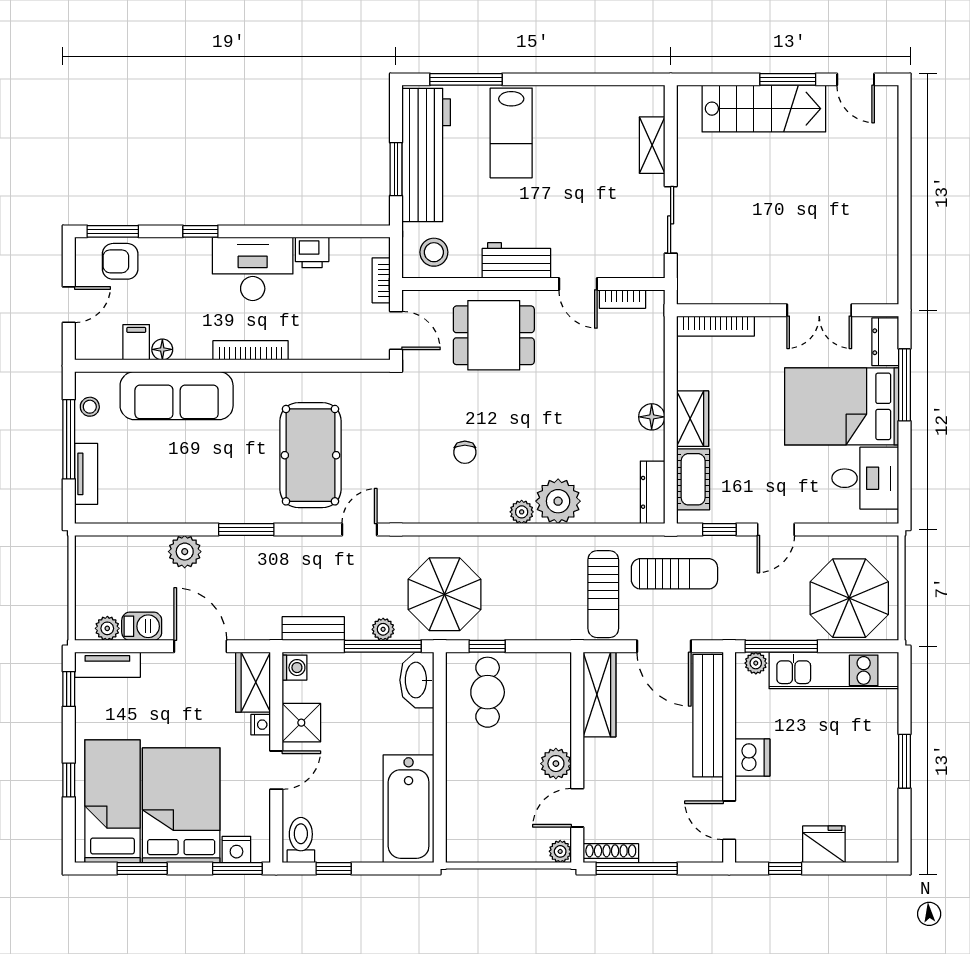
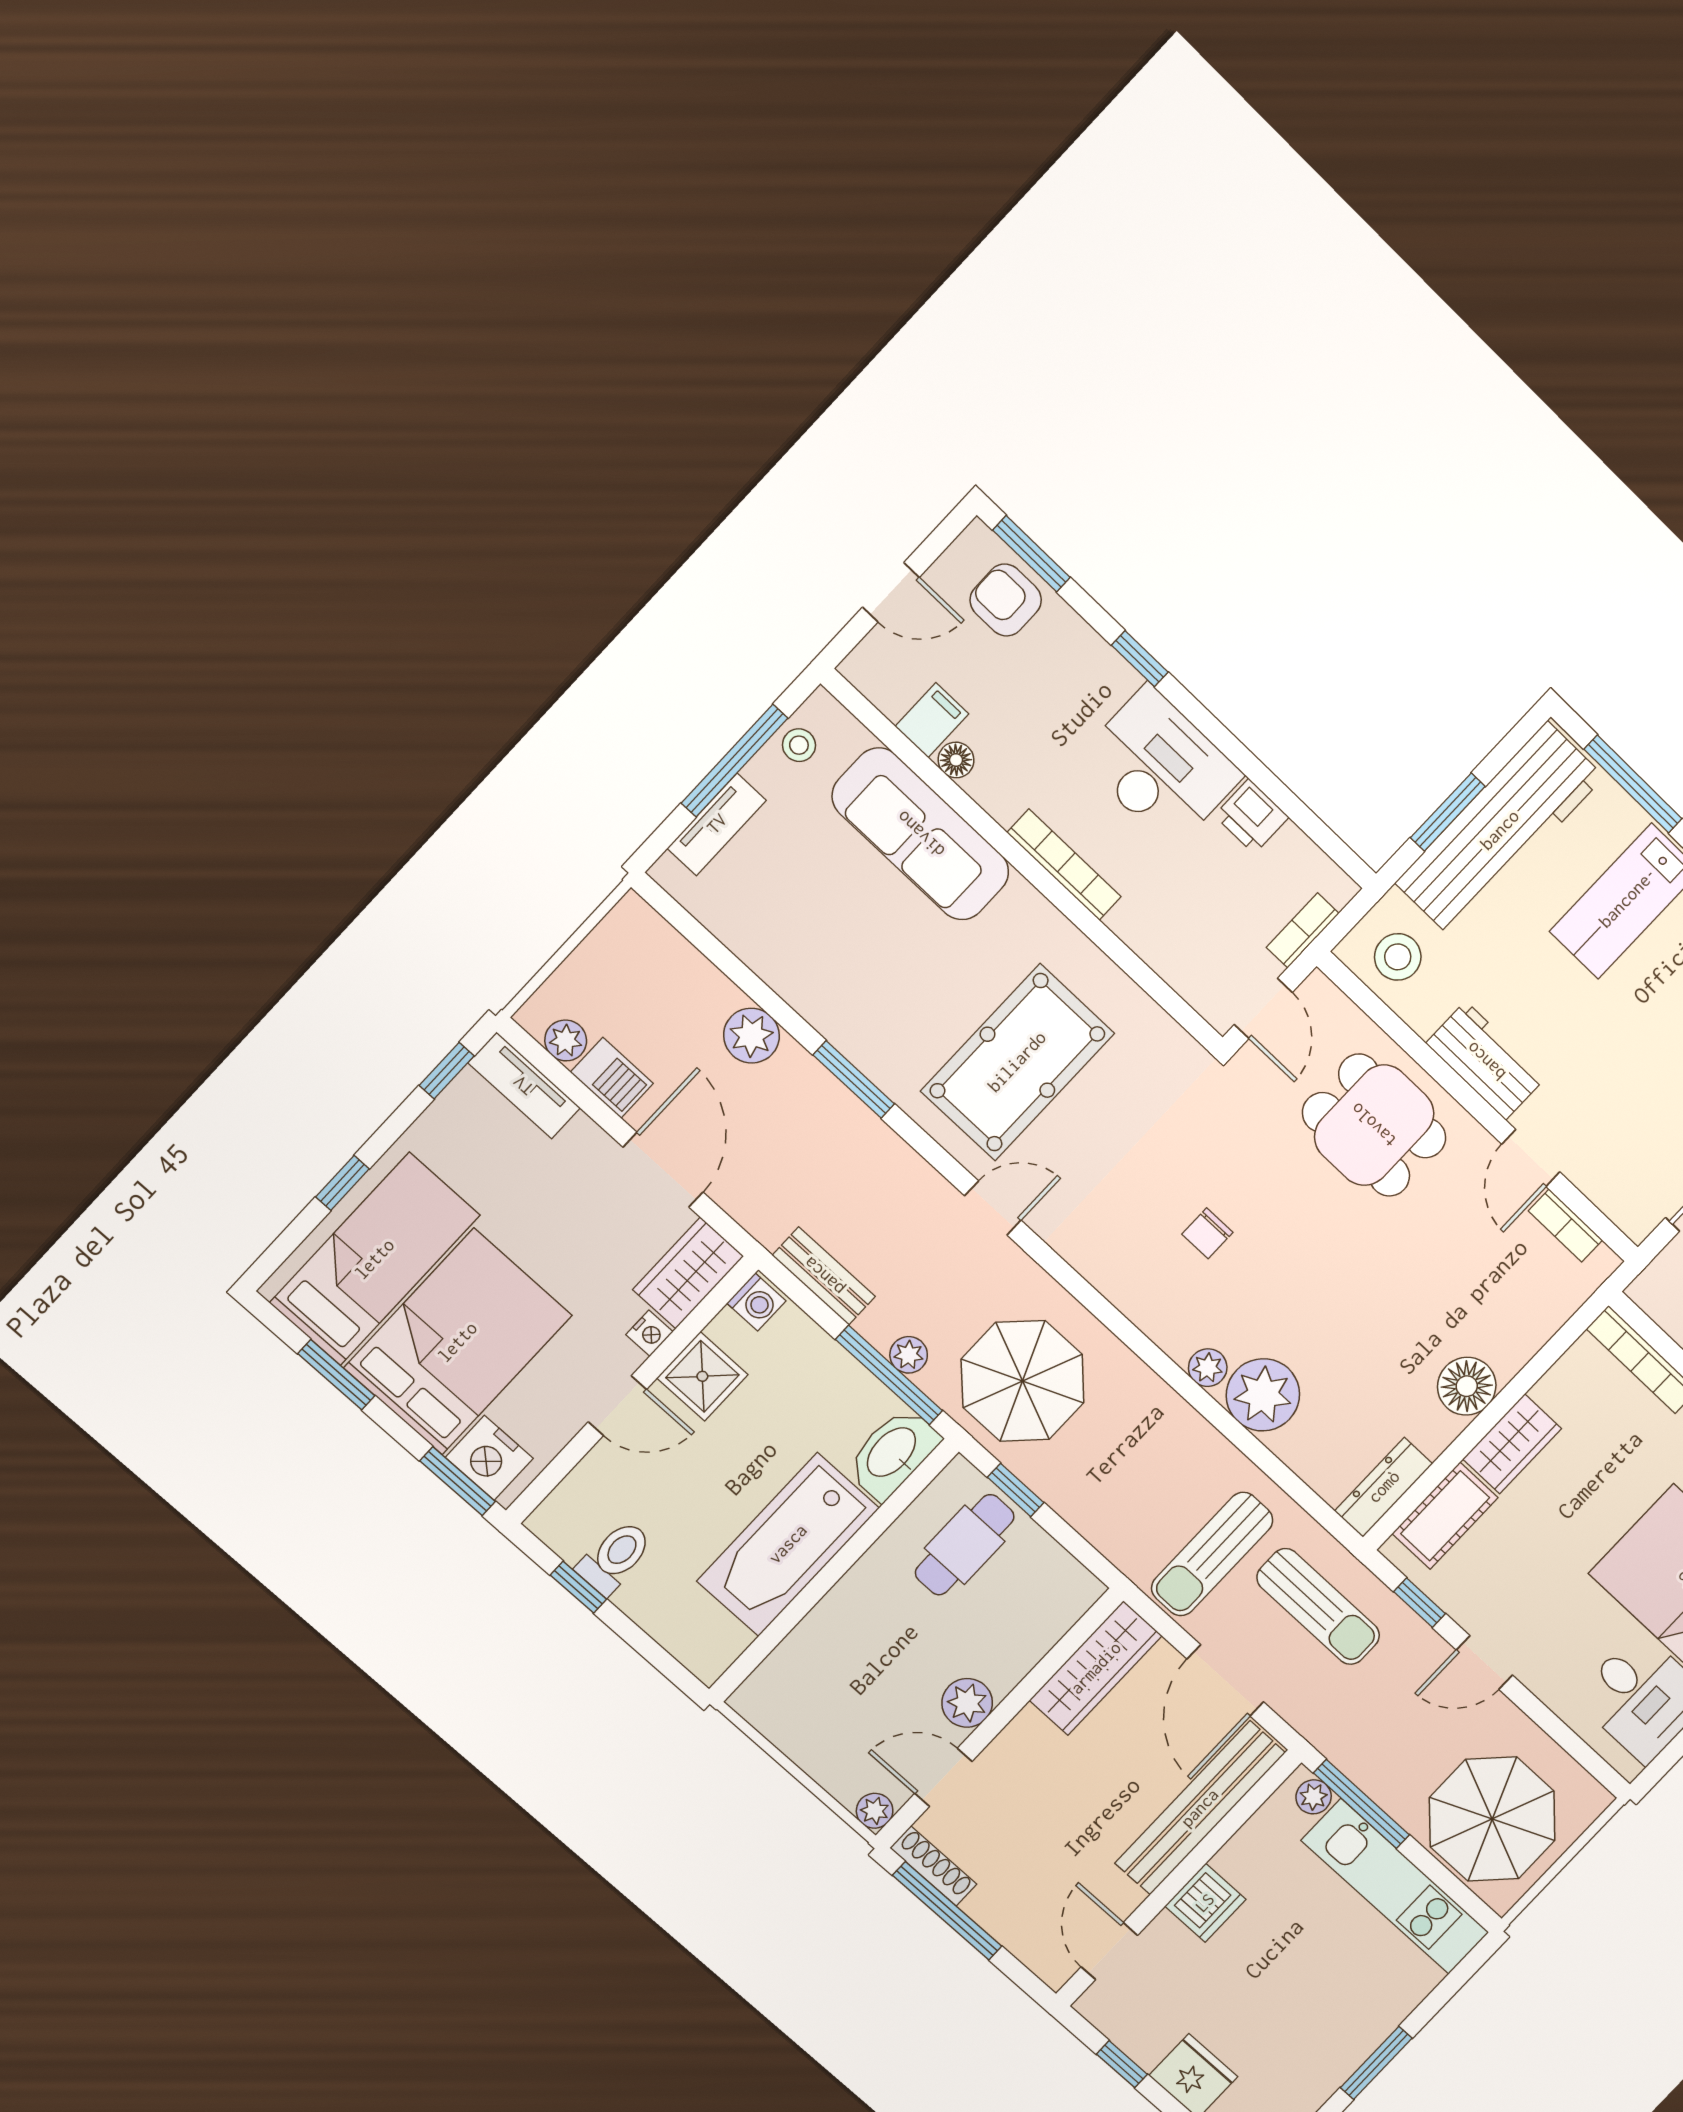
floor lamp: (652, 417) -> (1467, 1386), width x1.38, depth x1.38
bathtub: (409, 809) -> (788, 1544), moved
toilet: (301, 840) -> (615, 1557), moved
nightstand: (236, 849) -> (489, 1458), width x1.36, depth x1.33

